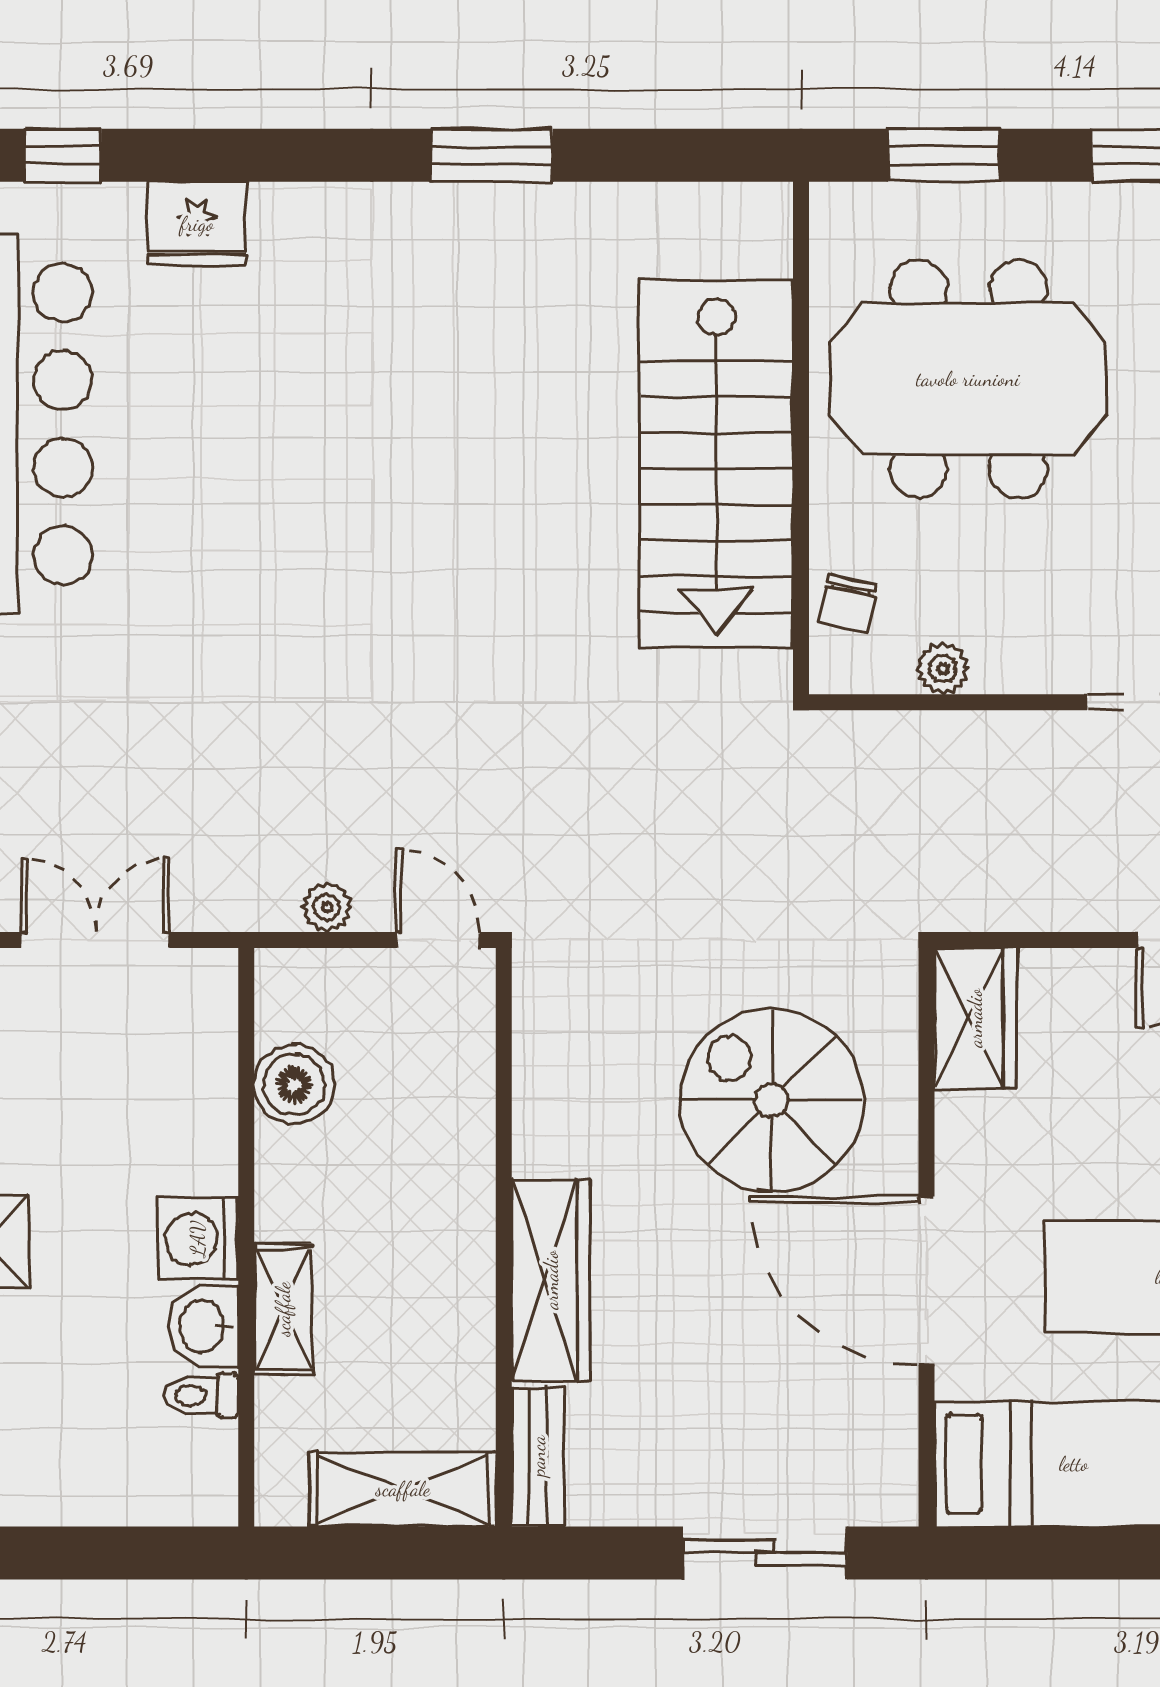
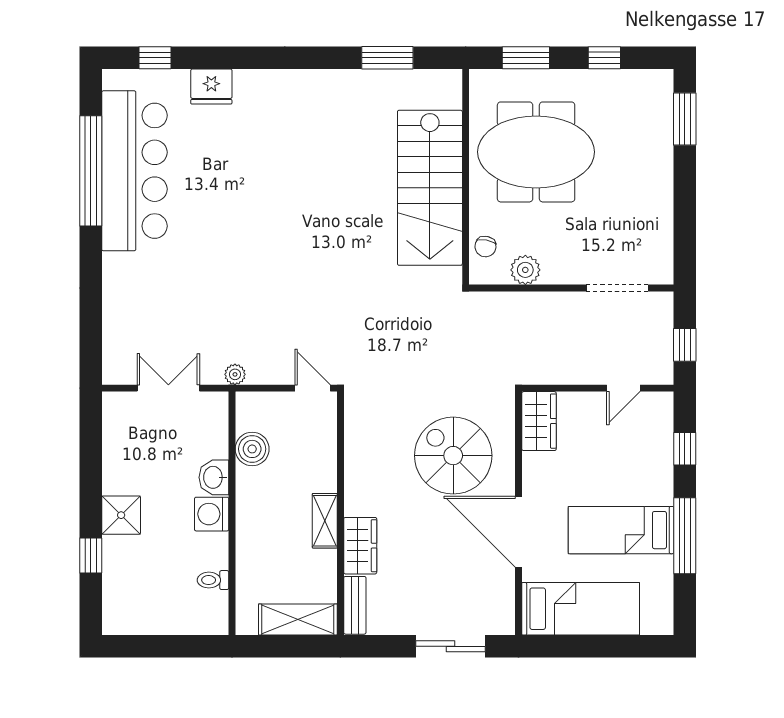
window: (492, 155) -> (387, 58), moved
plant: (943, 669) -> (525, 270), width x1.38, depth x1.38
plant: (327, 907) -> (235, 374), moved
wardrobe: (551, 1280) -> (360, 546), width x0.67
shelving: (283, 1309) -> (325, 521), moved
washbasin: (203, 1326) -> (214, 477), moved

